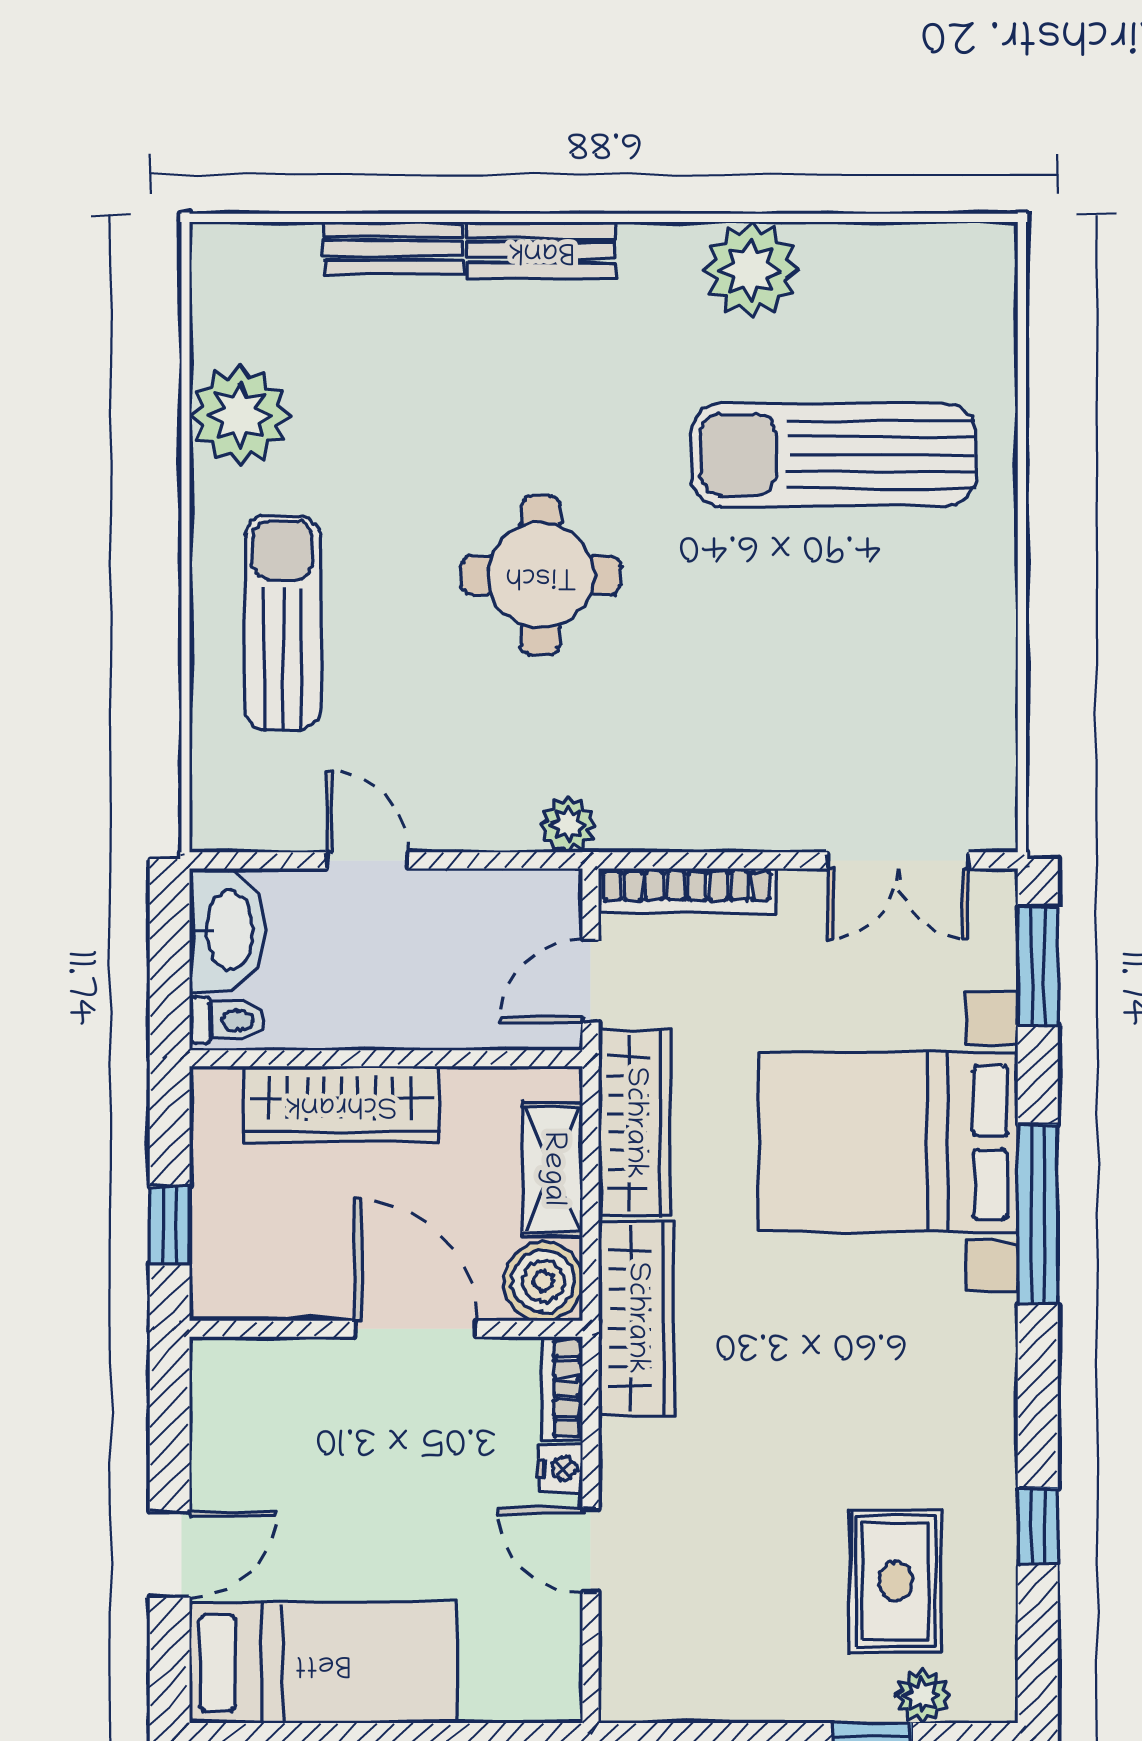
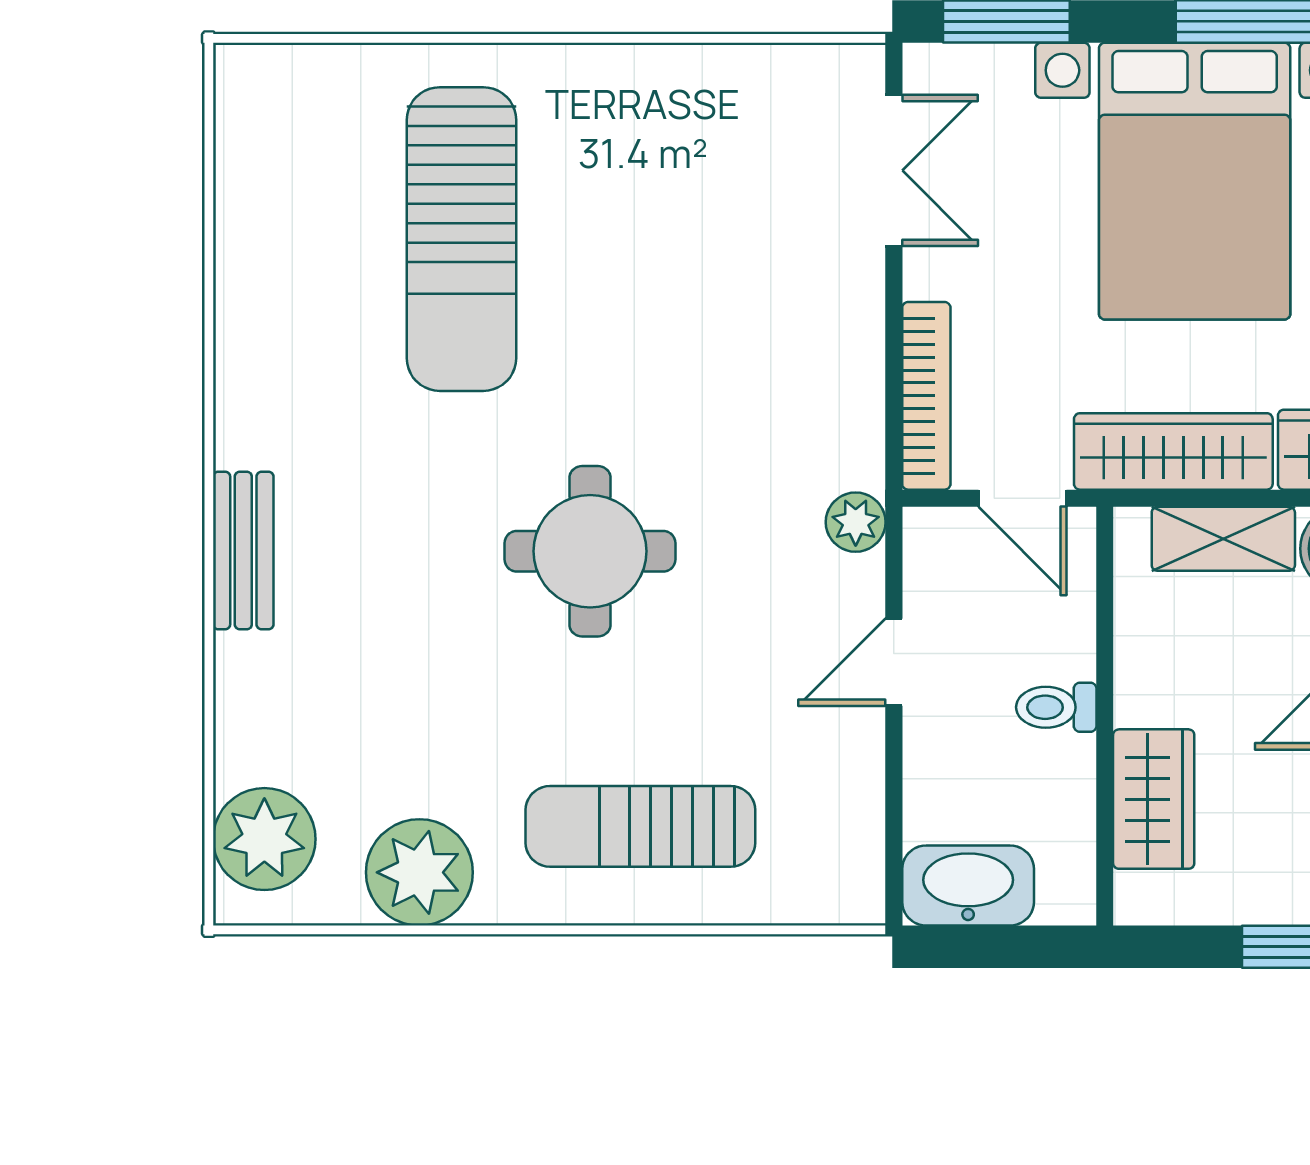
bench: (393, 248) -> (241, 709), removed
plant: (751, 270) -> (264, 839), moved
door: (367, 860) -> (894, 662), moved
toilet: (227, 1020) -> (1056, 707), moved, turned -90
wardrobe: (341, 1104) -> (1154, 799), width x0.67

